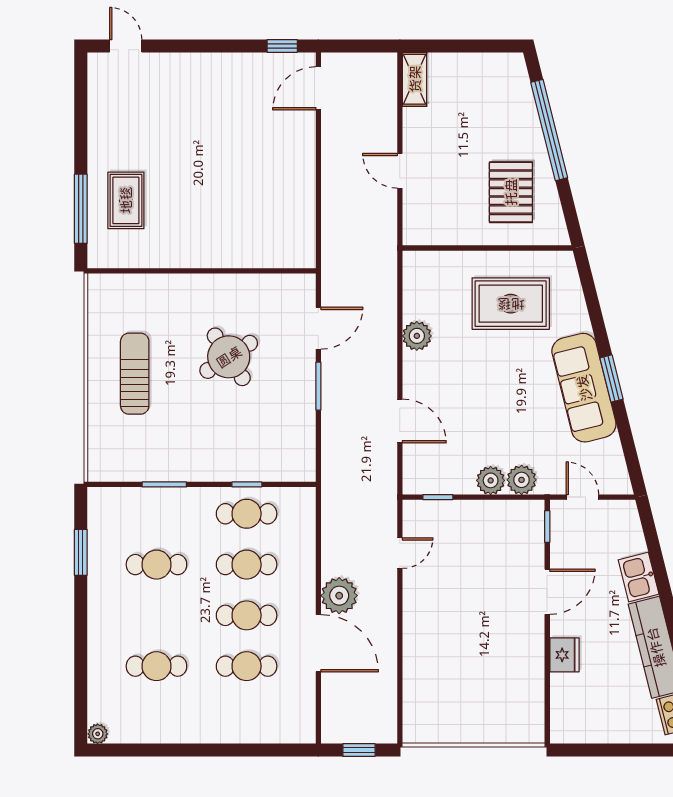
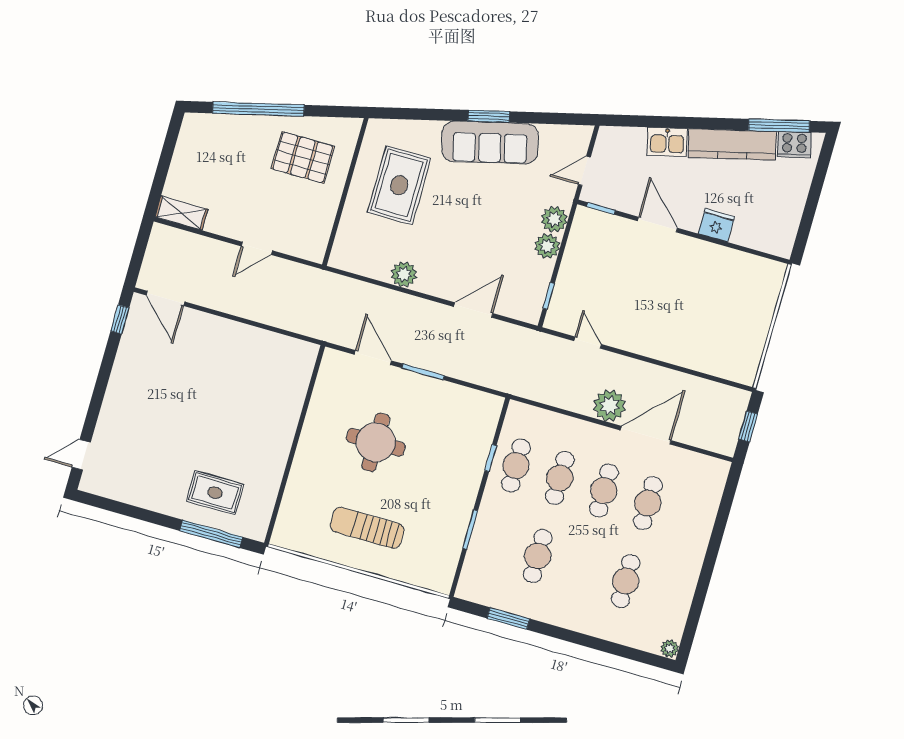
round table: (229, 357) -> (376, 442), turned 33

